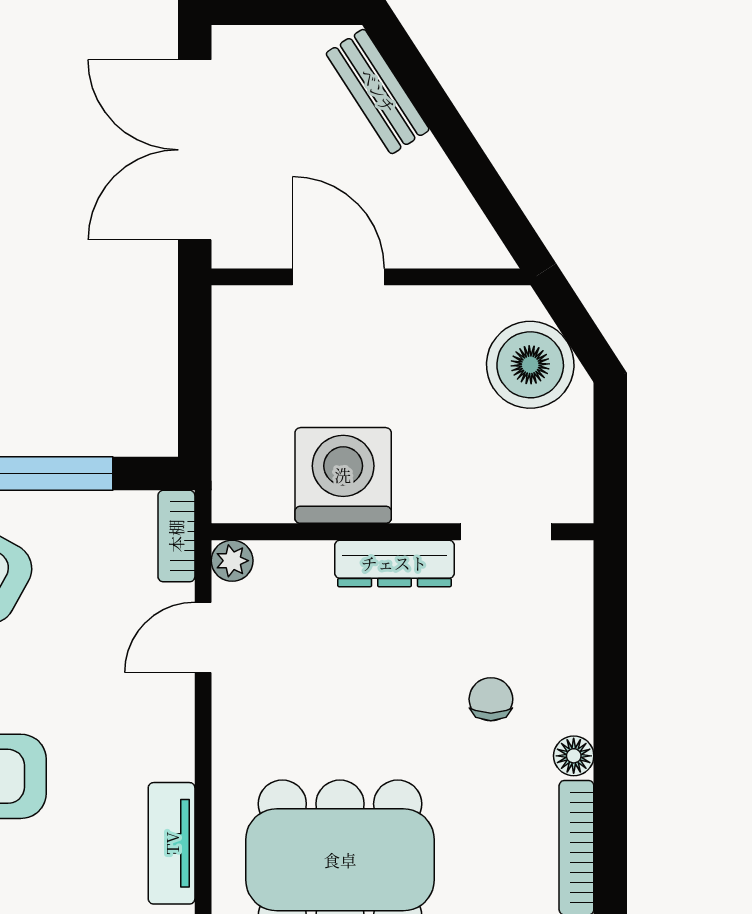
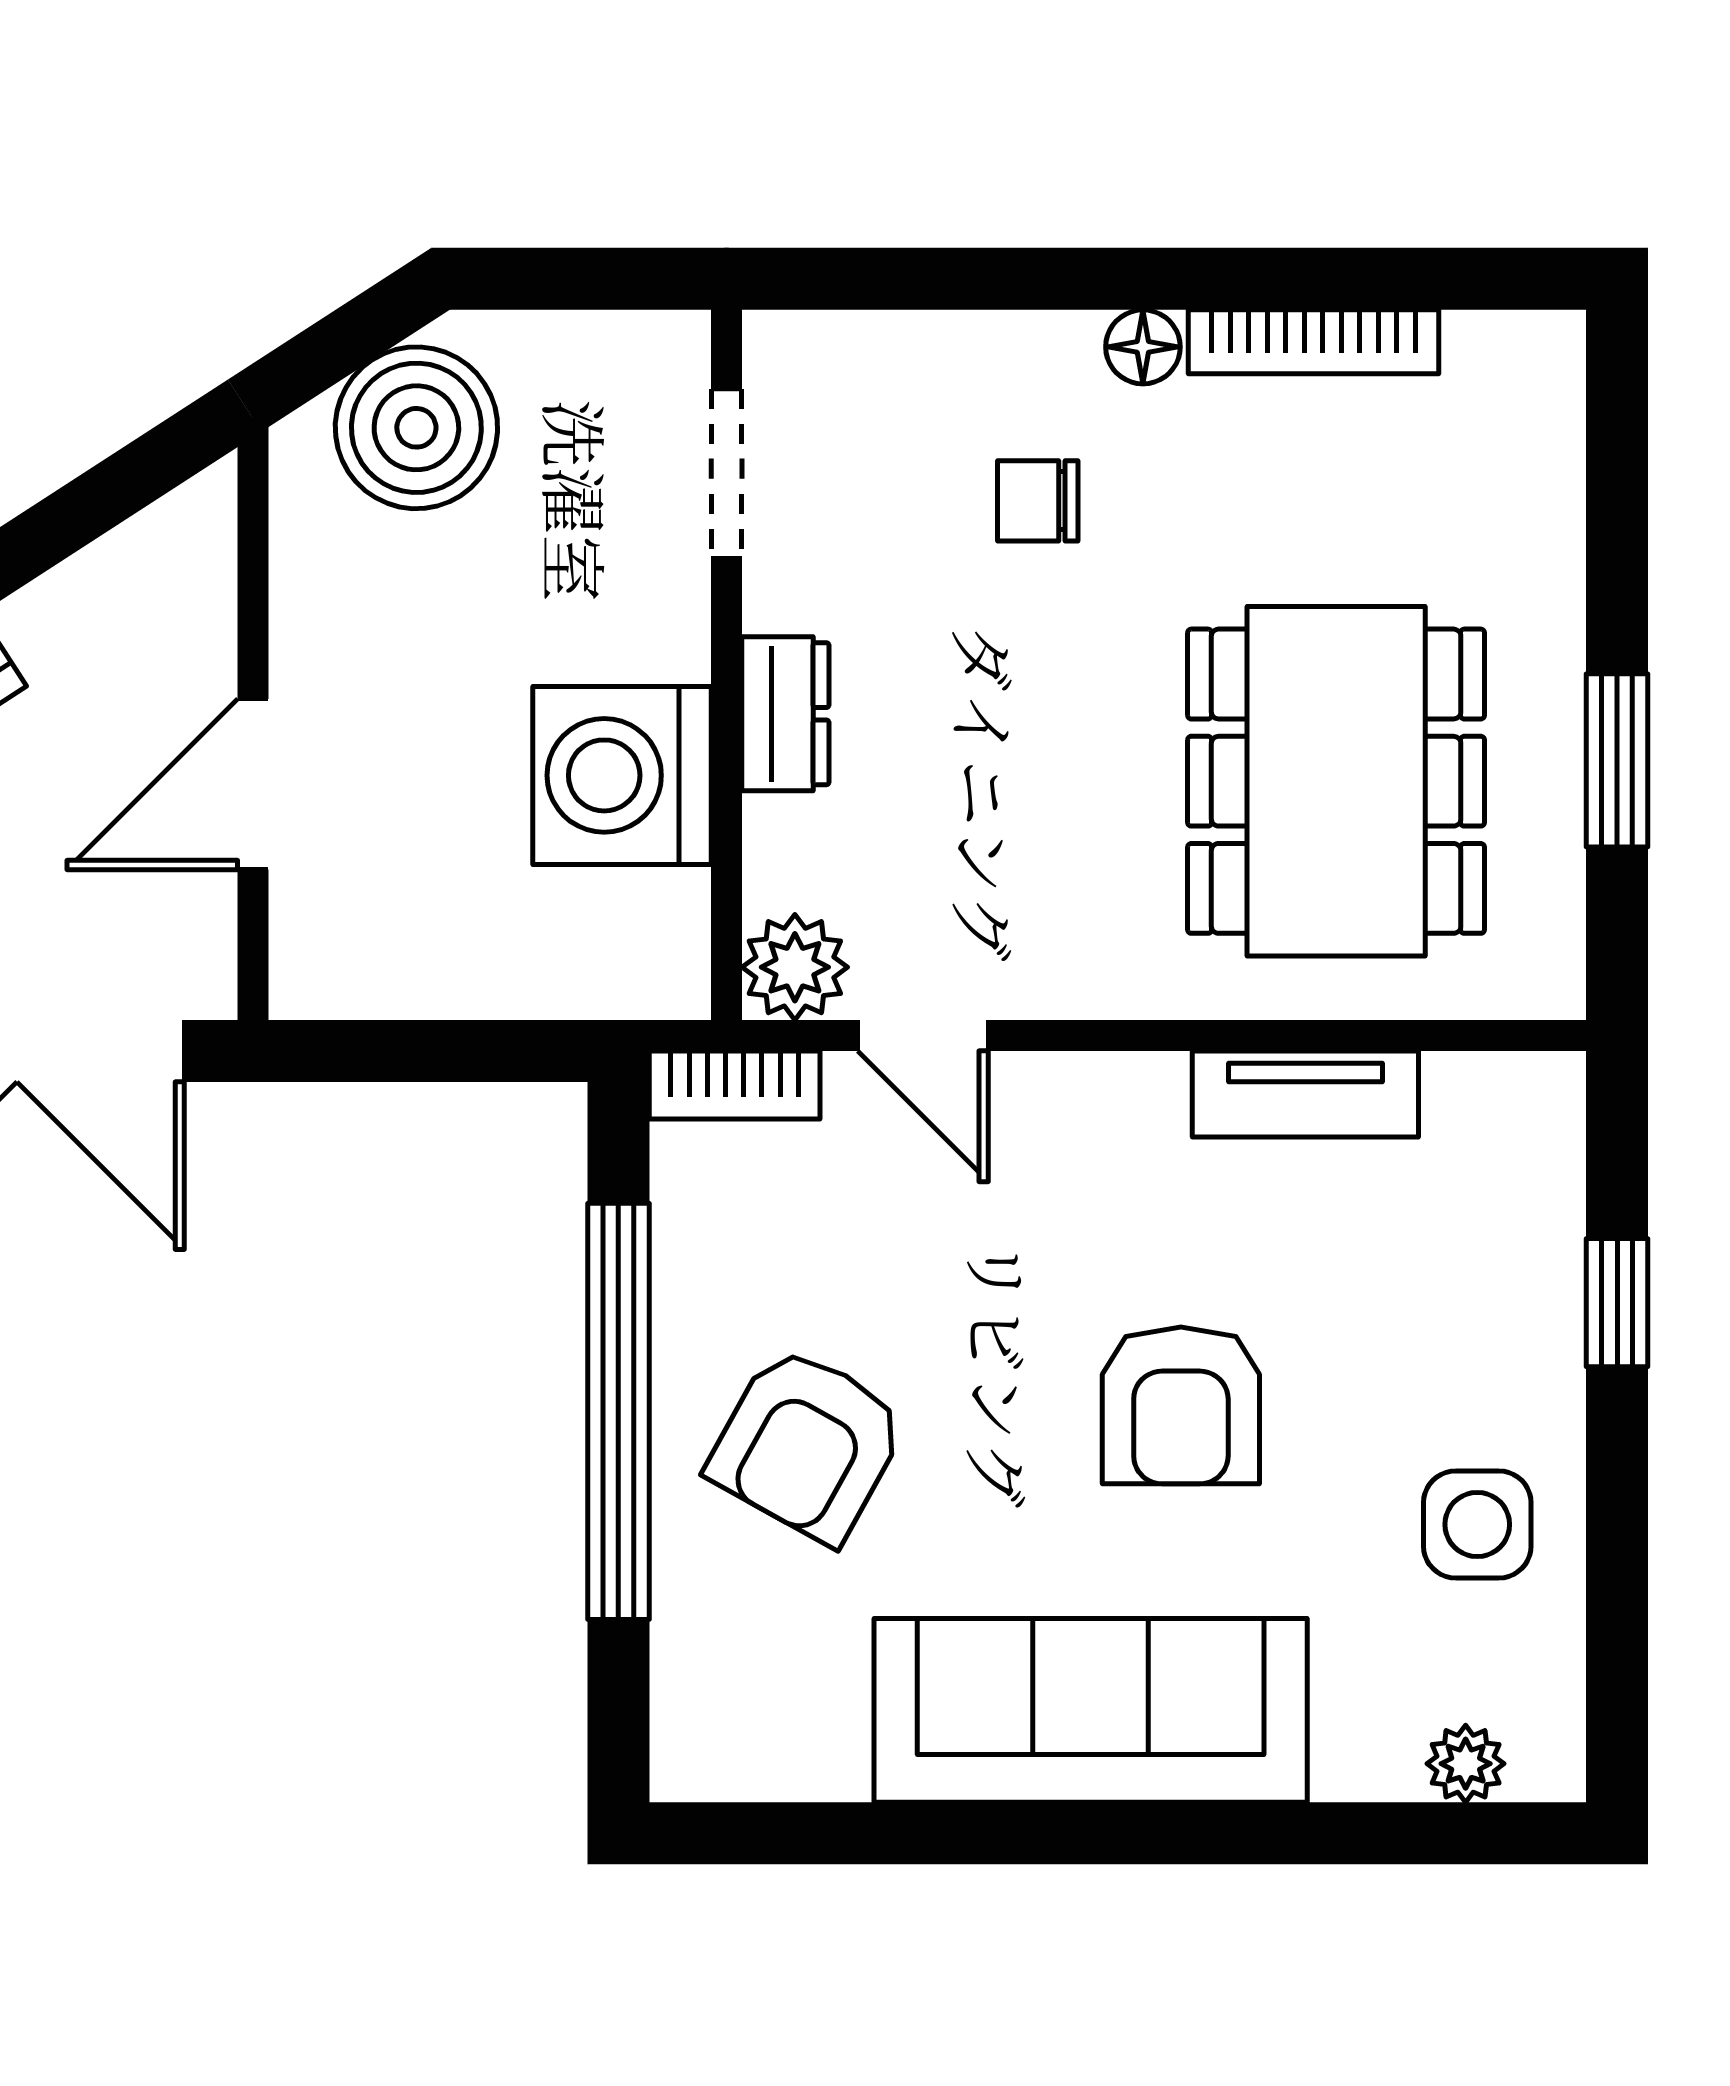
plant: (232, 561) -> (795, 967), width x1.38, depth x1.38
dresser: (394, 563) -> (785, 714), width x0.70

